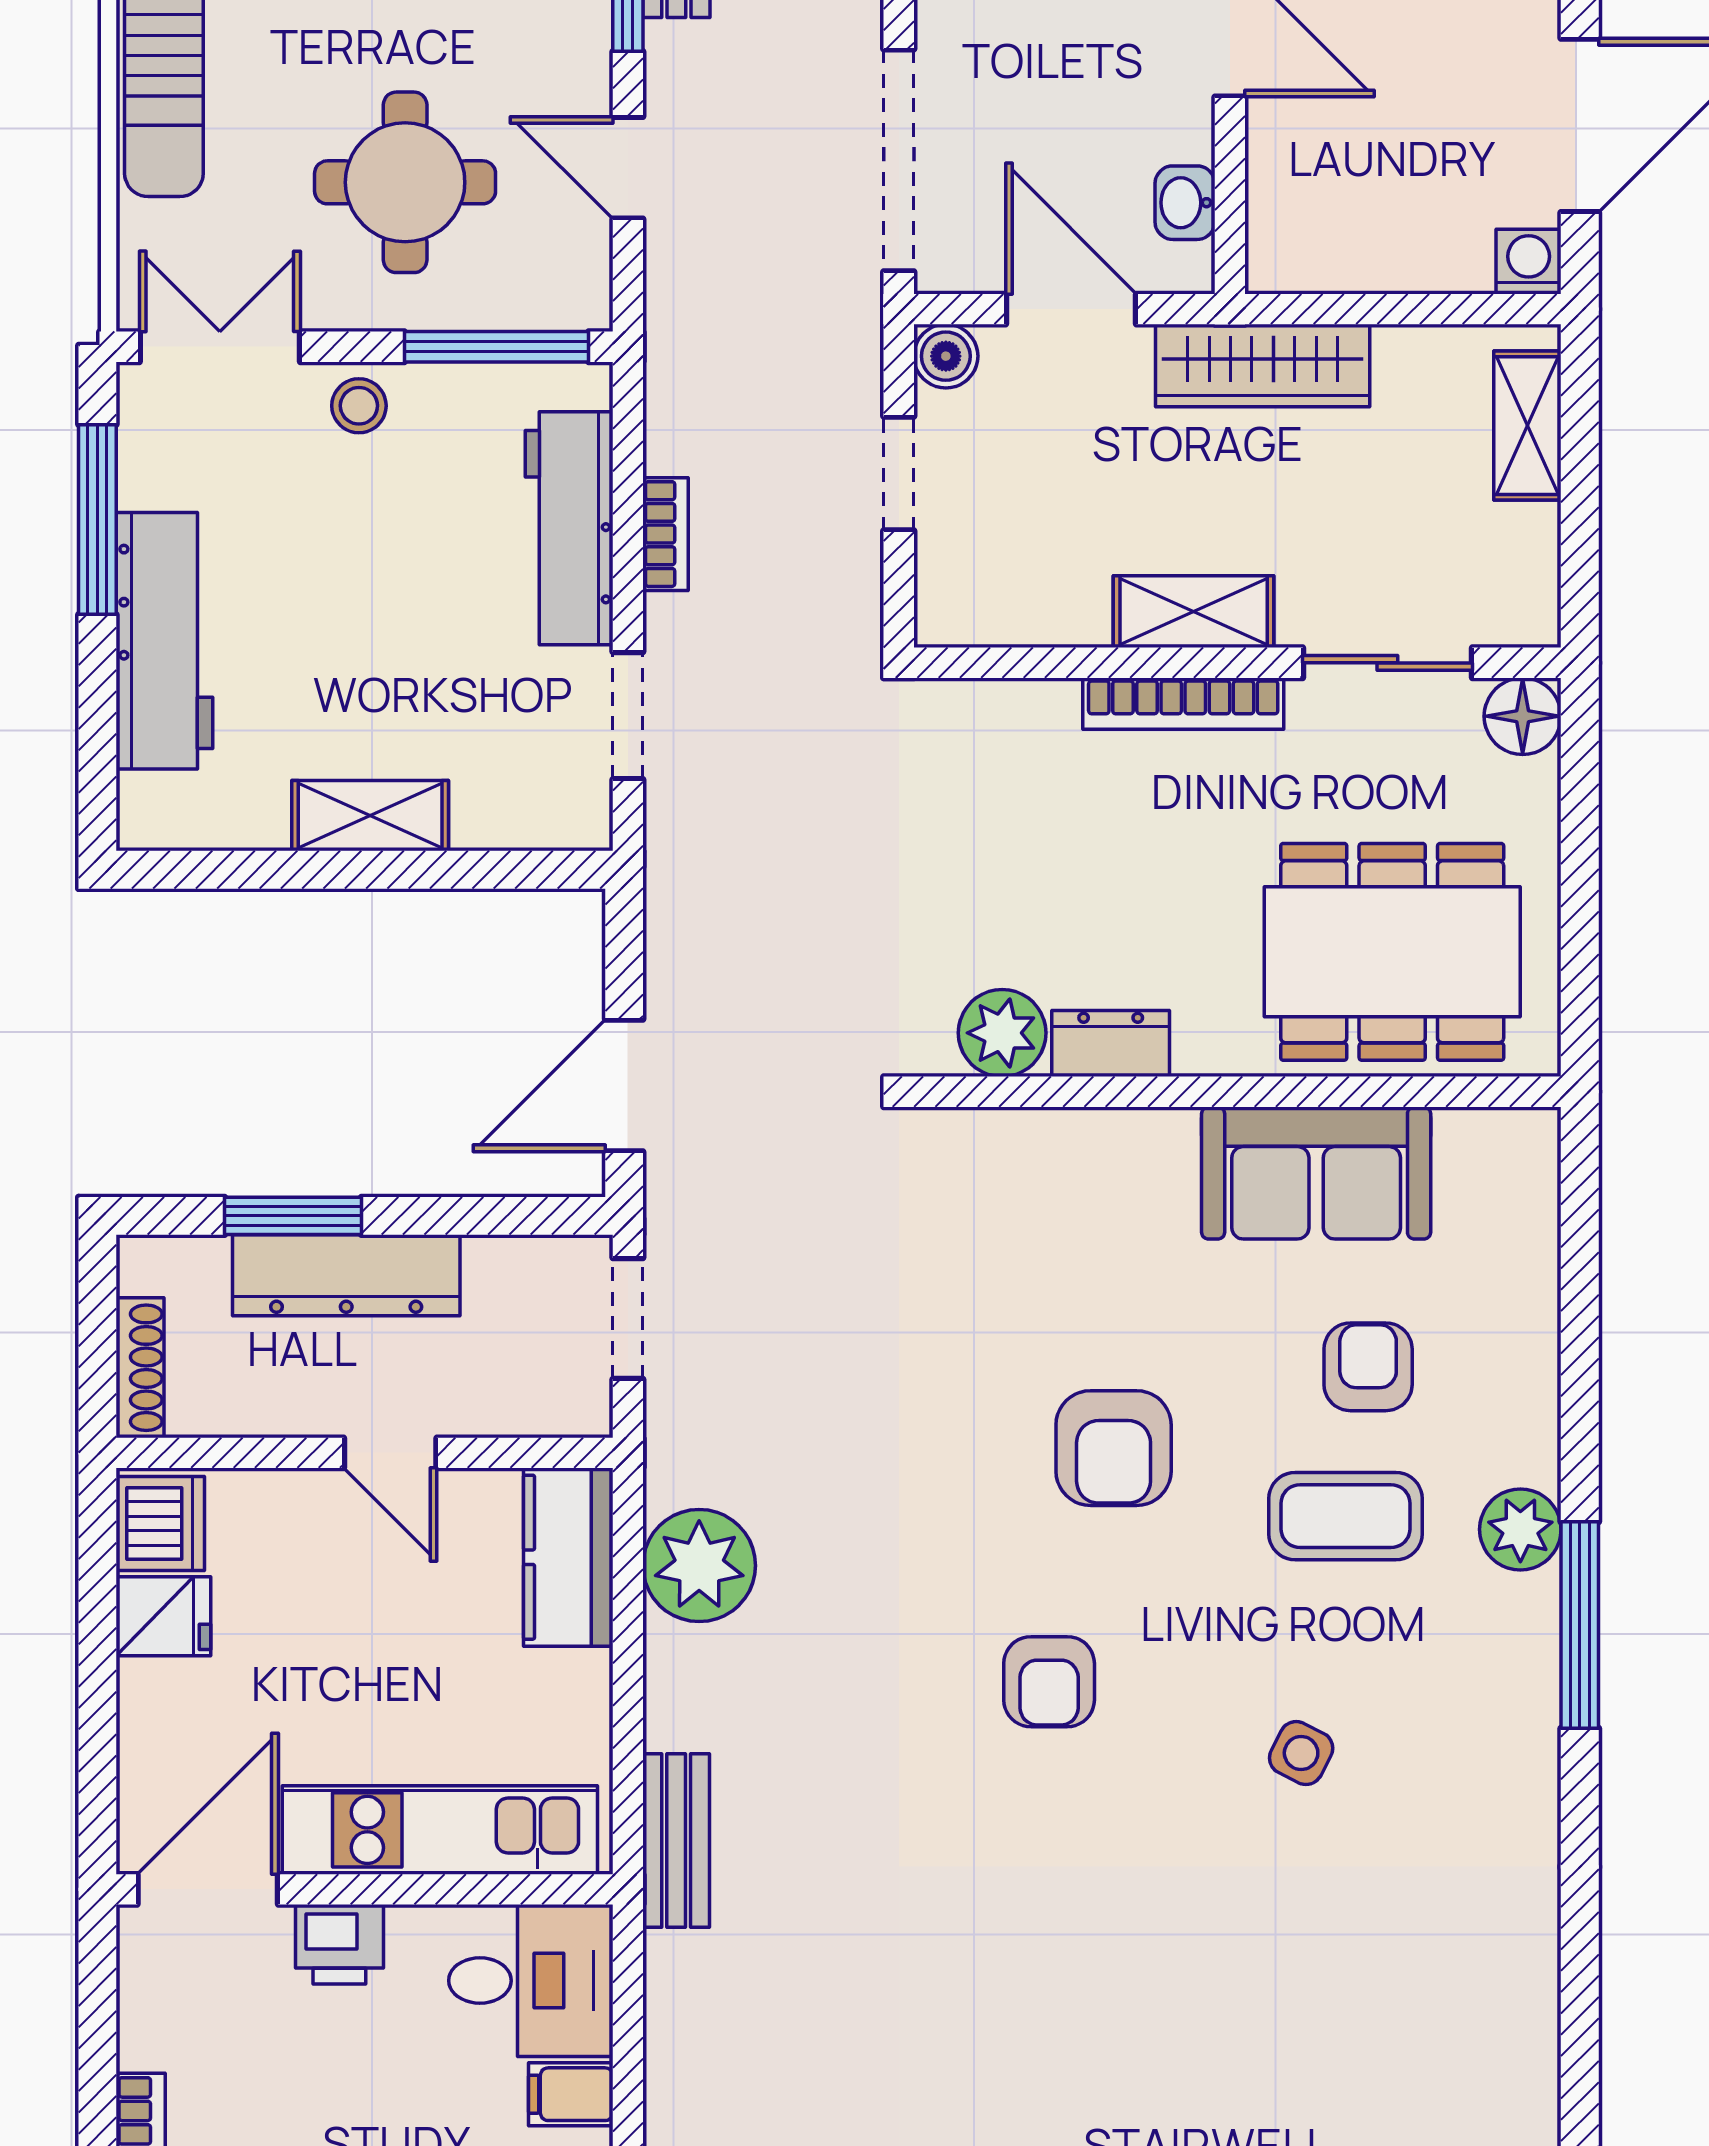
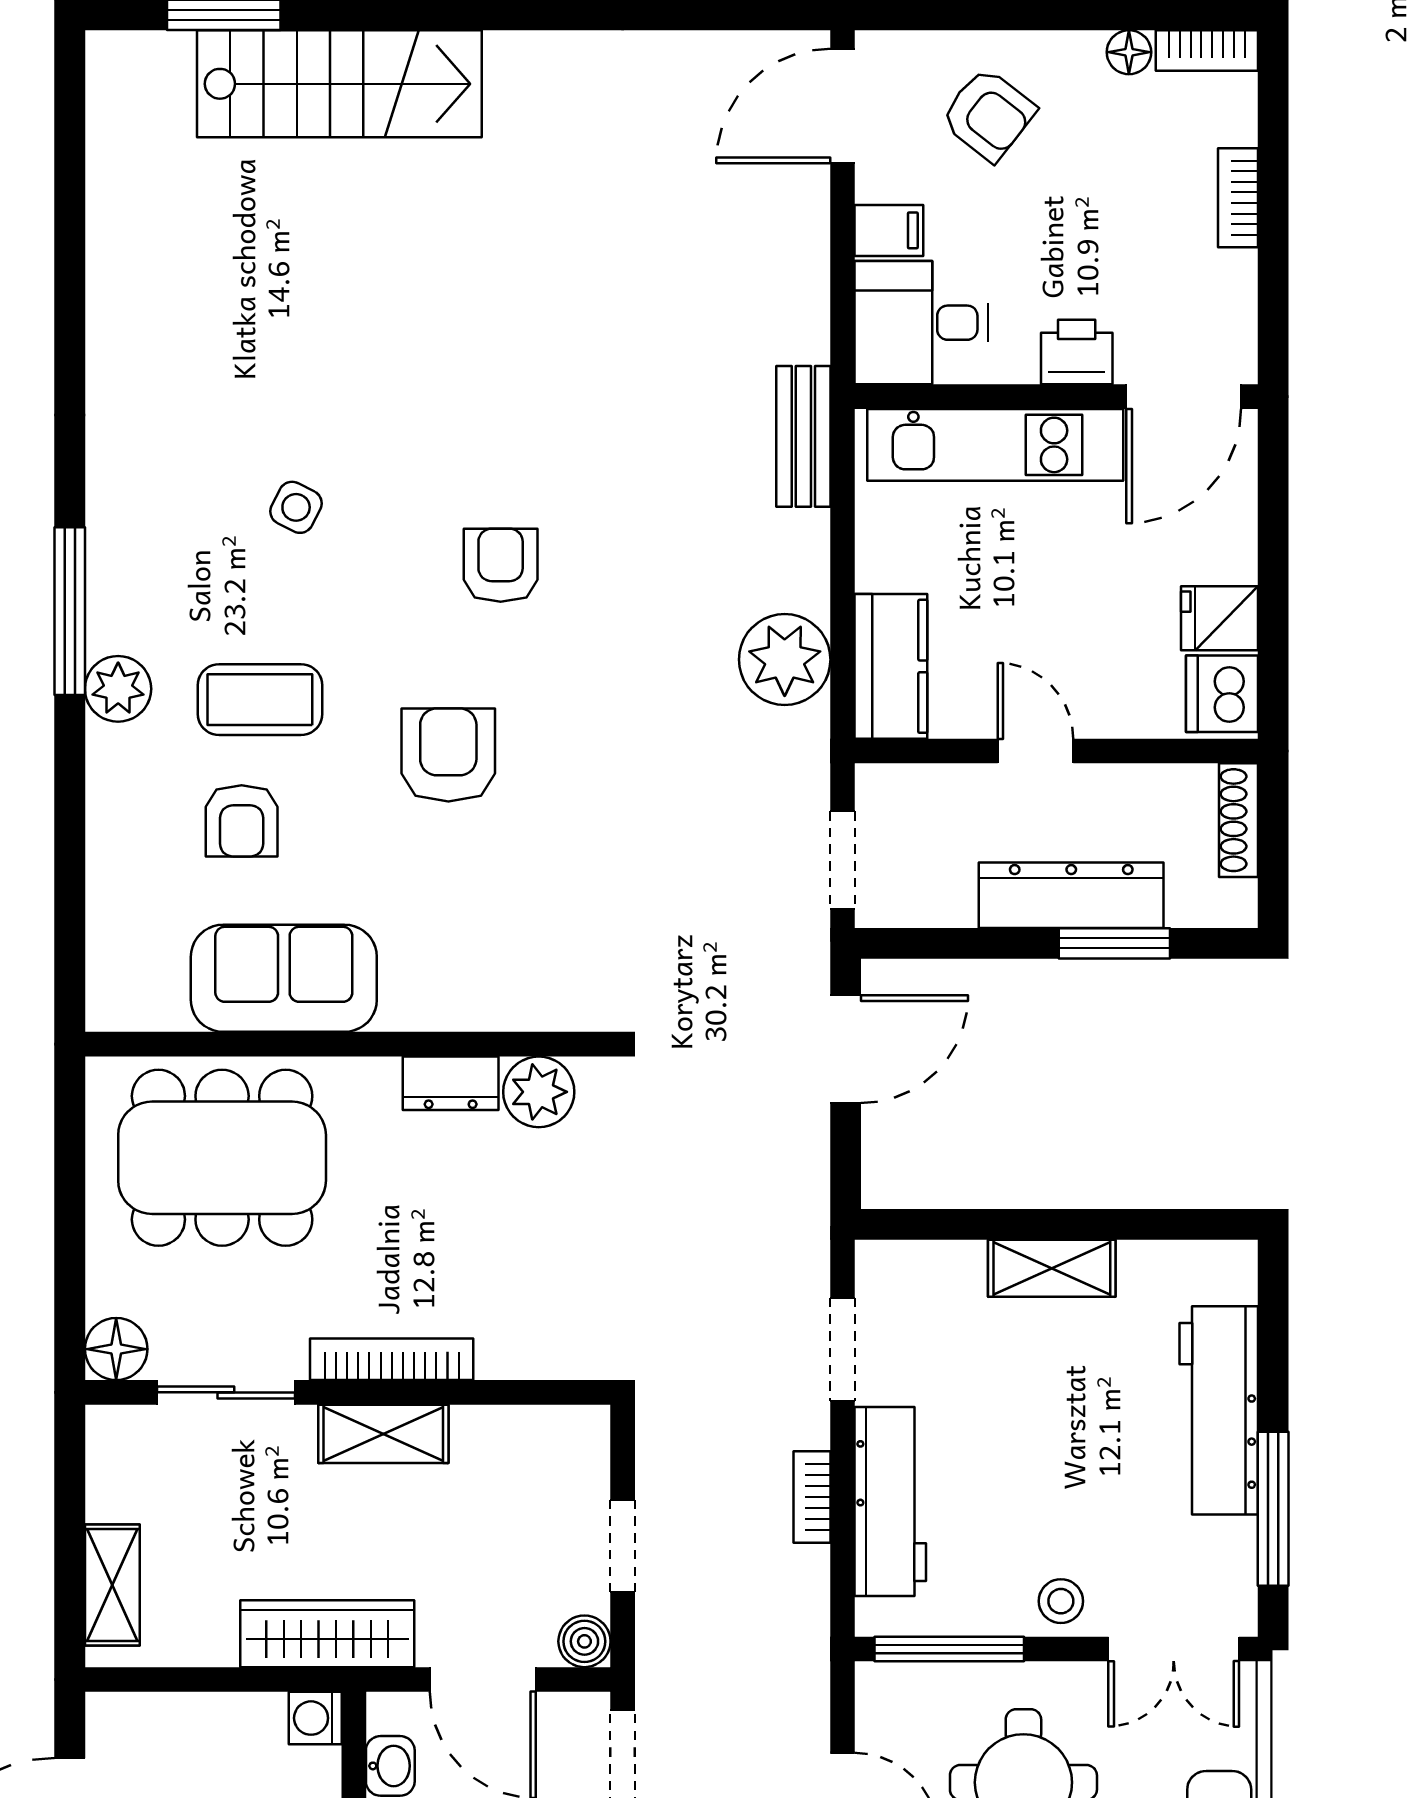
washing machine: (1529, 262) -> (315, 1718), moved, turned 90

